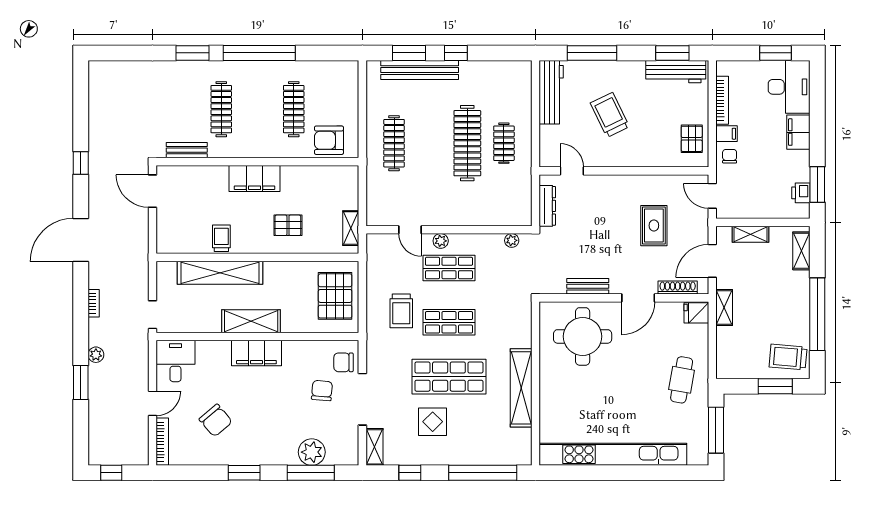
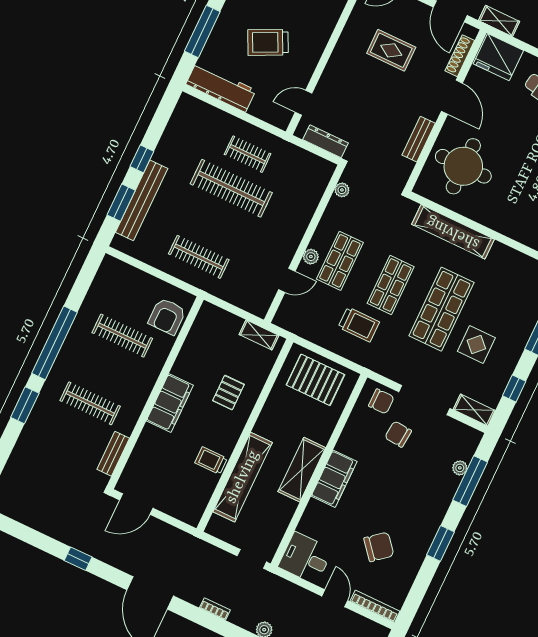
fridge: (696, 313) -> (498, 57), width x1.88, depth x1.34
chair: (343, 362) -> (381, 401), turned -90
shelving: (521, 388) -> (453, 232), moved
plant: (312, 452) -> (460, 468), width x0.53, depth x0.53

